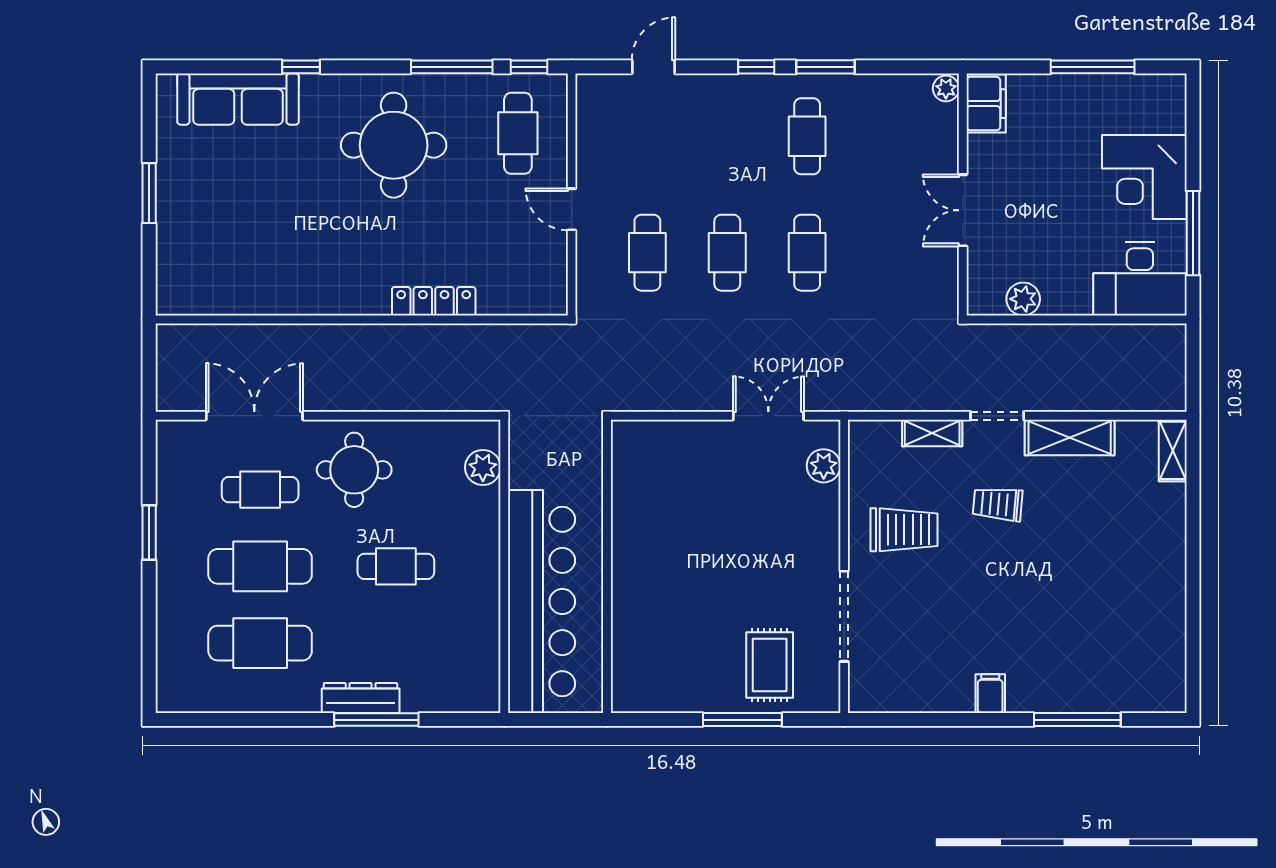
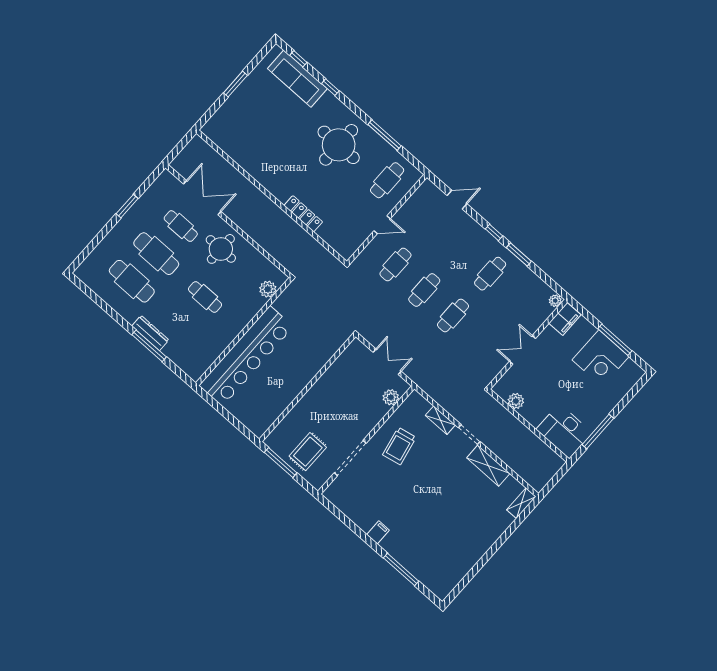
window: (529, 67) -> (298, 59), moved
corner desk: (1144, 177) -> (600, 358), moved, turned -90
door: (572, 209) -> (382, 225), swing flipped
trolley: (998, 504) -> (441, 467), removed
trolley: (904, 530) -> (399, 446), turned 78
wall: (607, 566) -> (307, 388), moved

